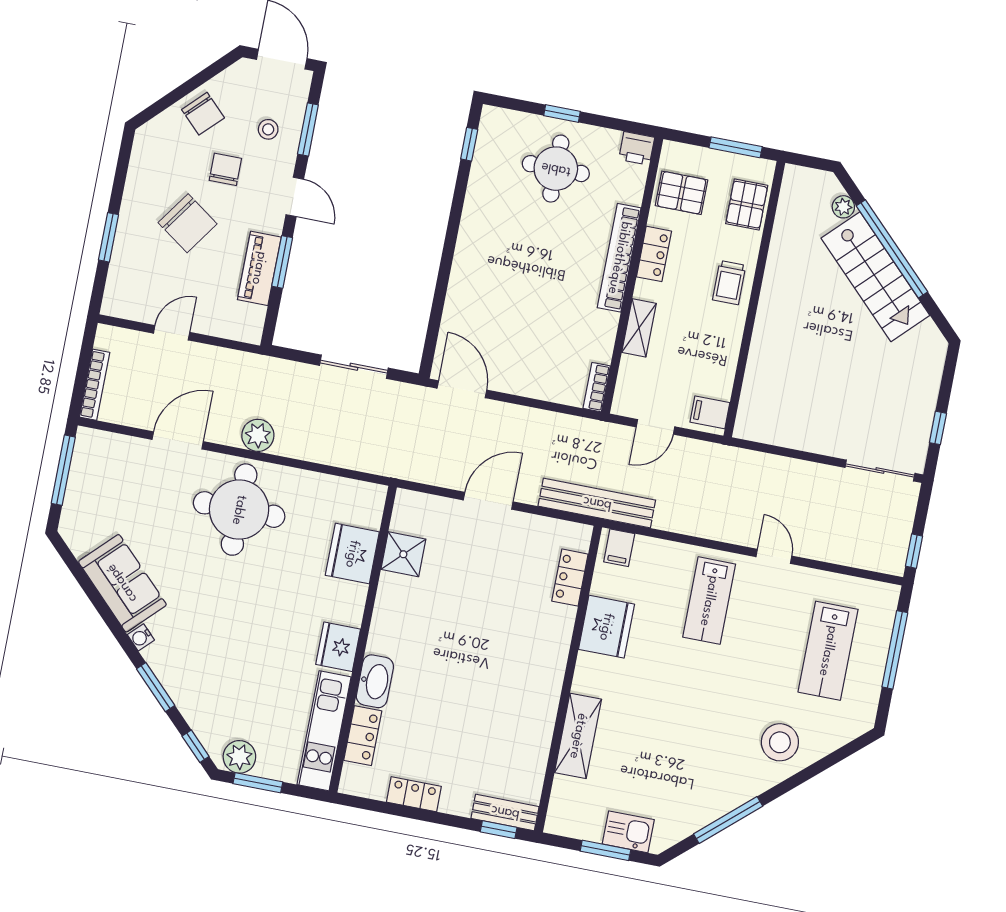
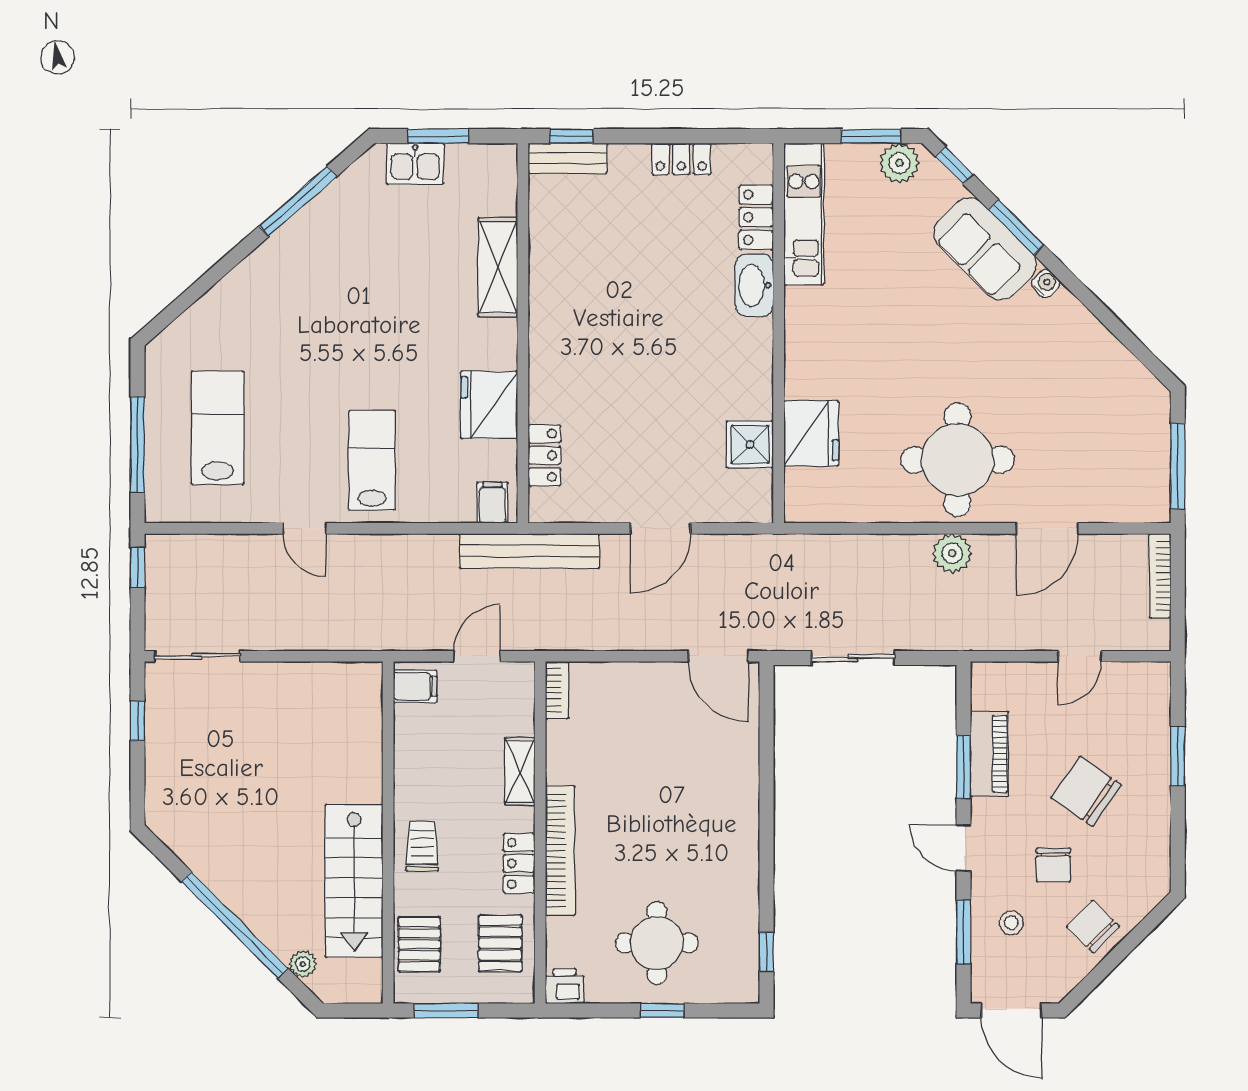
pallet: (682, 193) -> (500, 943), turned 90
stairs: (875, 277) -> (354, 881), moved, turned -135
sofa: (122, 583) -> (985, 249), moved
fridge: (338, 647) -> (807, 318), removed
stool: (780, 742) -> (254, 307), removed

